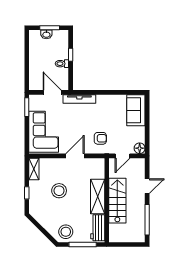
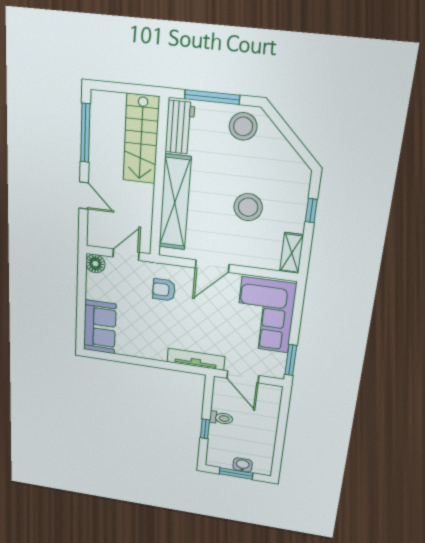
door: (147, 186) -> (84, 196), swing flipped
shelving: (98, 197) -> (175, 202), width x1.47
stairs: (117, 201) -> (141, 139), moved

